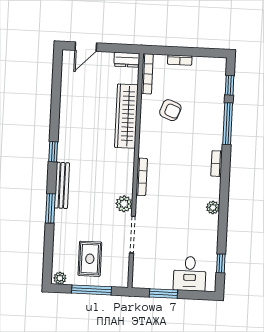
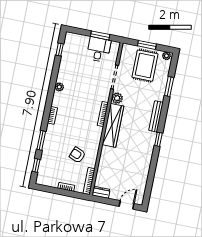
wardrobe: (126, 116) -> (113, 125), moved
window: (228, 124) -> (41, 140), width x0.69
window: (50, 208) -> (169, 87), moved
rug: (90, 259) -> (145, 66), width x1.36, depth x1.43
desk: (190, 274) -> (99, 49), moved
window: (92, 290) -> (147, 45), width x0.69

